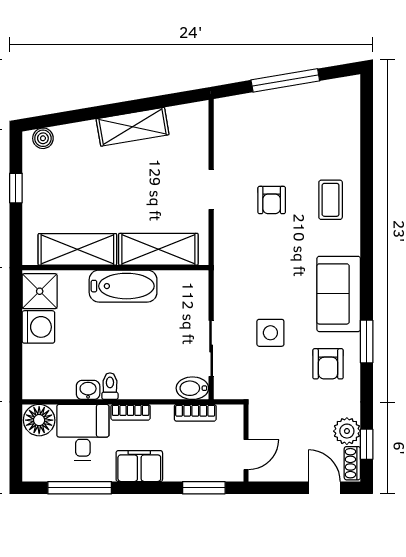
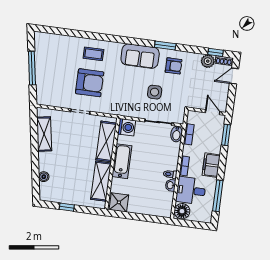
shelving: (133, 127) -> (44, 134), moved
boiler: (43, 138) -> (44, 177), moved
armchair: (272, 200) -> (90, 83), width x1.88, depth x1.88
washing machine: (38, 327) -> (127, 127), moved, turned 90

